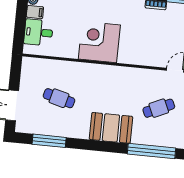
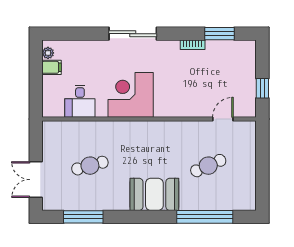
desk: (38, 32) -> (80, 101), moved, turned -90
cafe table: (59, 98) -> (90, 166), turned -30

